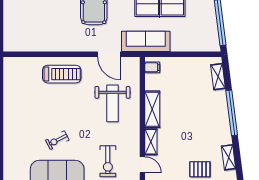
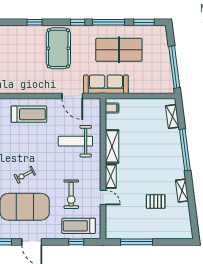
weight bench: (112, 103) -> (75, 141), turned 90

